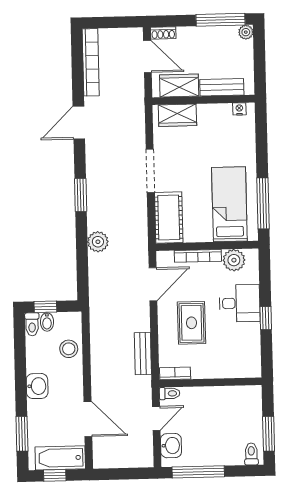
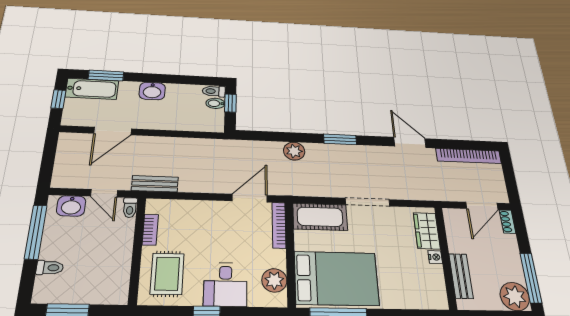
plant: (246, 32) -> (515, 297), width x1.87, depth x1.87
wardrobe: (179, 85) -> (457, 234), removed
nightstand: (239, 109) -> (435, 257), moved
bed: (229, 204) -> (336, 278), width x1.50
bookcase: (198, 256) -> (279, 225), moved
door: (153, 284) -> (250, 198), swing flipped
rug: (192, 323) -> (167, 274), moved, turned 90
stool: (69, 349) -> (187, 119), removed
bench: (143, 354) -> (155, 184), moved
bookcase: (175, 373) -> (150, 230), moved
toilet: (251, 454) -> (50, 268), moved
bathtub: (60, 458) -> (92, 89), moved, turned 90

